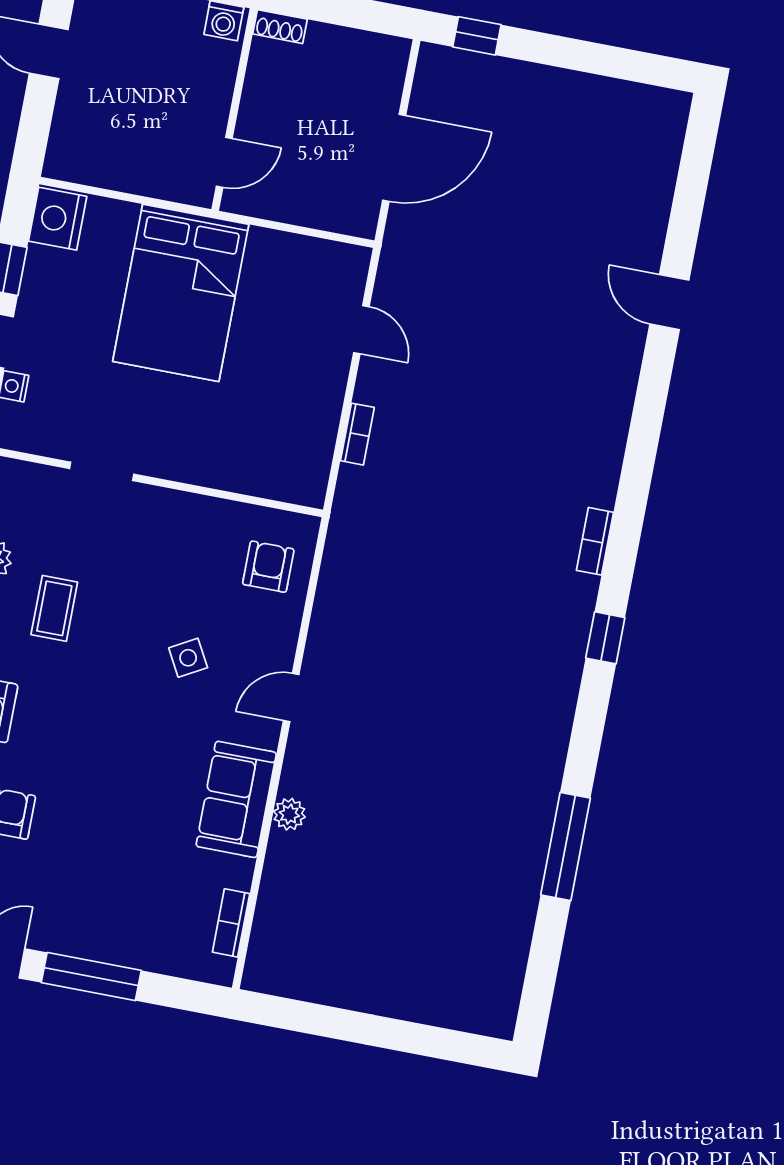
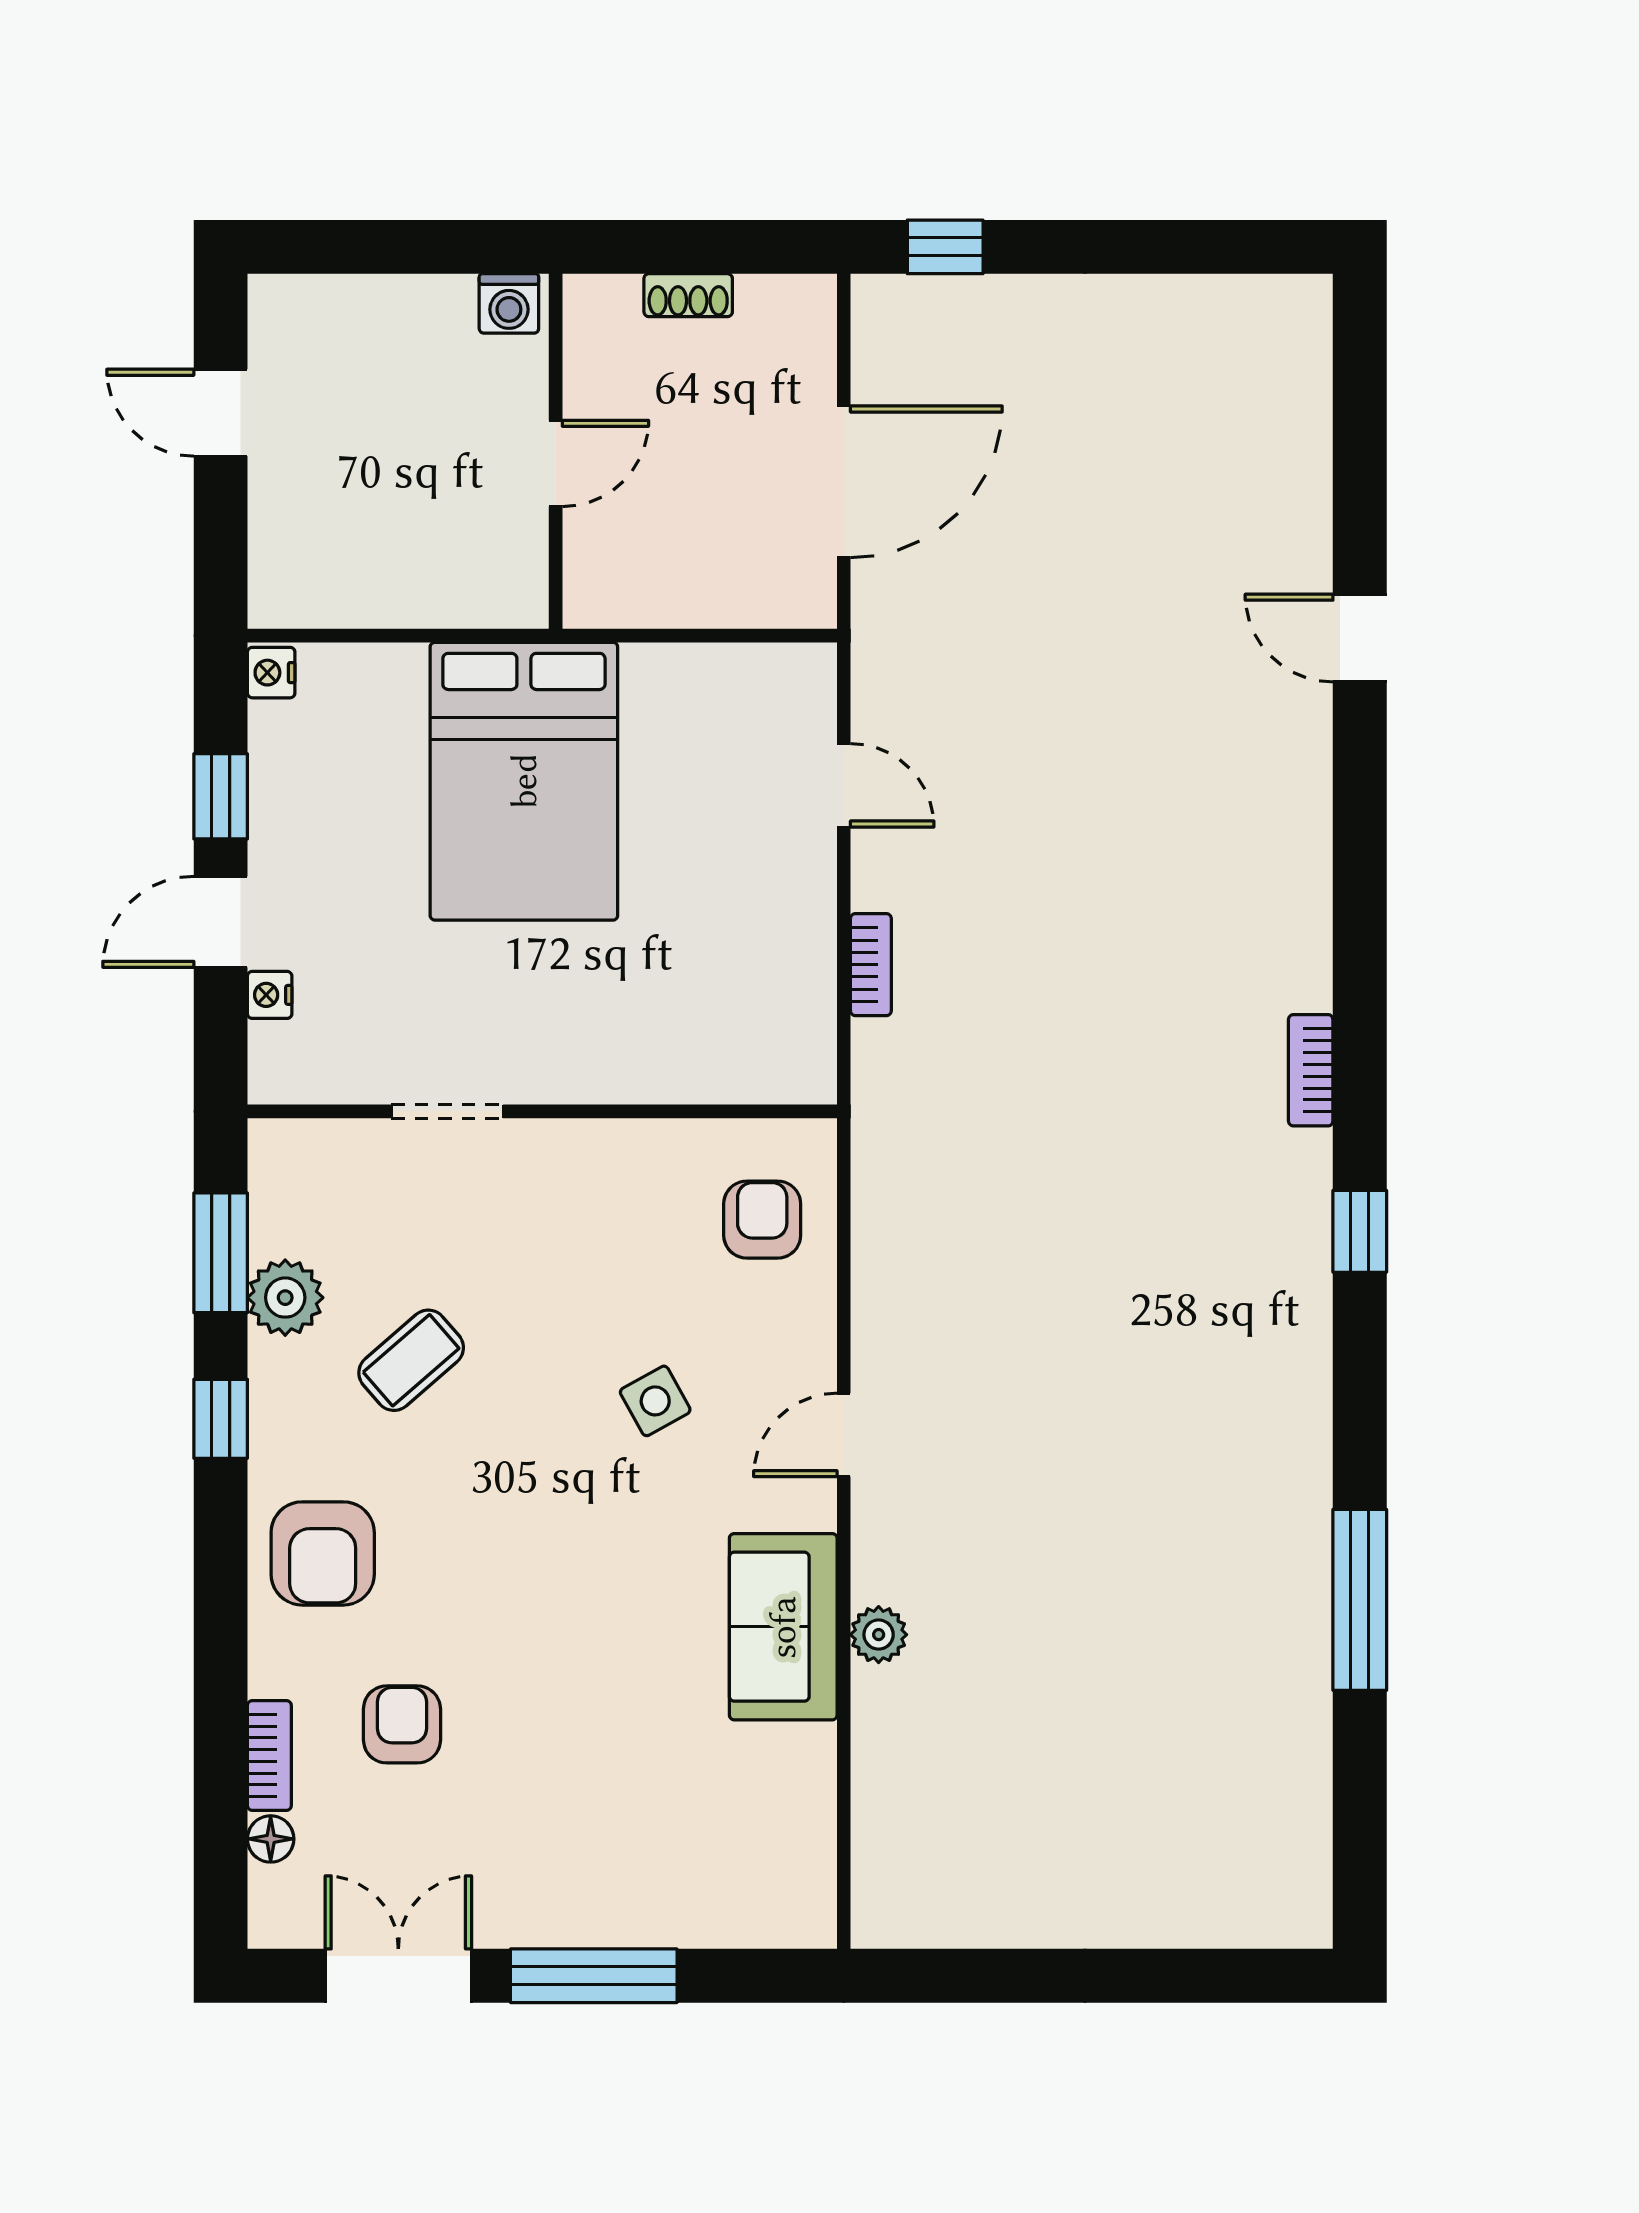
shoe rack: (280, 27) -> (688, 295), moved
door: (224, 162) -> (556, 463), moved
nightstand: (58, 219) -> (271, 673), width x0.53, depth x0.56
coffee table: (54, 608) -> (411, 1360), turned 49
bookcase: (231, 923) -> (815, 1839), removed

